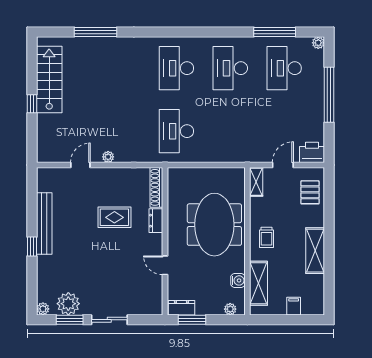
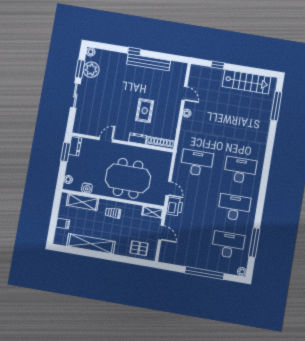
window: (95, 32) -> (276, 106), moved
window: (32, 104) -> (218, 65), moved
printer: (312, 152) -> (174, 206), moved
door: (219, 165) -> (168, 189), added
shelving: (315, 251) -> (91, 244), width x1.47

